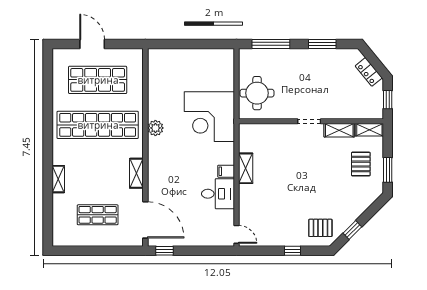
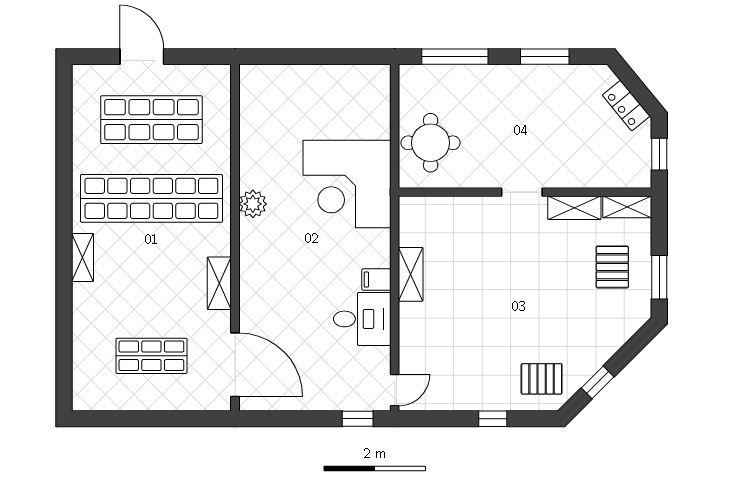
shelving: (58, 179) -> (83, 257), moved
door: (236, 234) -> (395, 390), hinge flipped
window: (164, 251) -> (358, 419), moved

